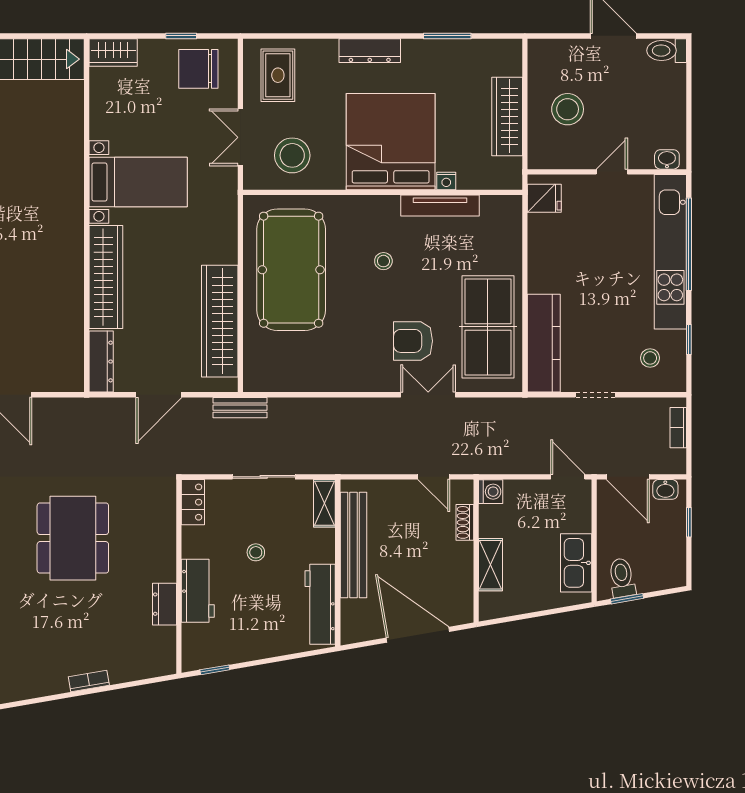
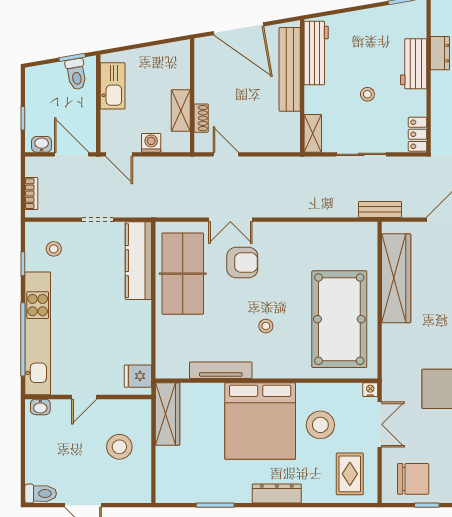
wardrobe: (507, 116) -> (167, 414), moved
stool: (292, 155) -> (320, 425), moved
nightstand: (446, 181) -> (370, 390), moved
washing machine: (491, 492) -> (151, 143), moved, turned 90
bench: (353, 545) -> (290, 69), moved
shelving: (491, 565) -> (181, 111), moved

